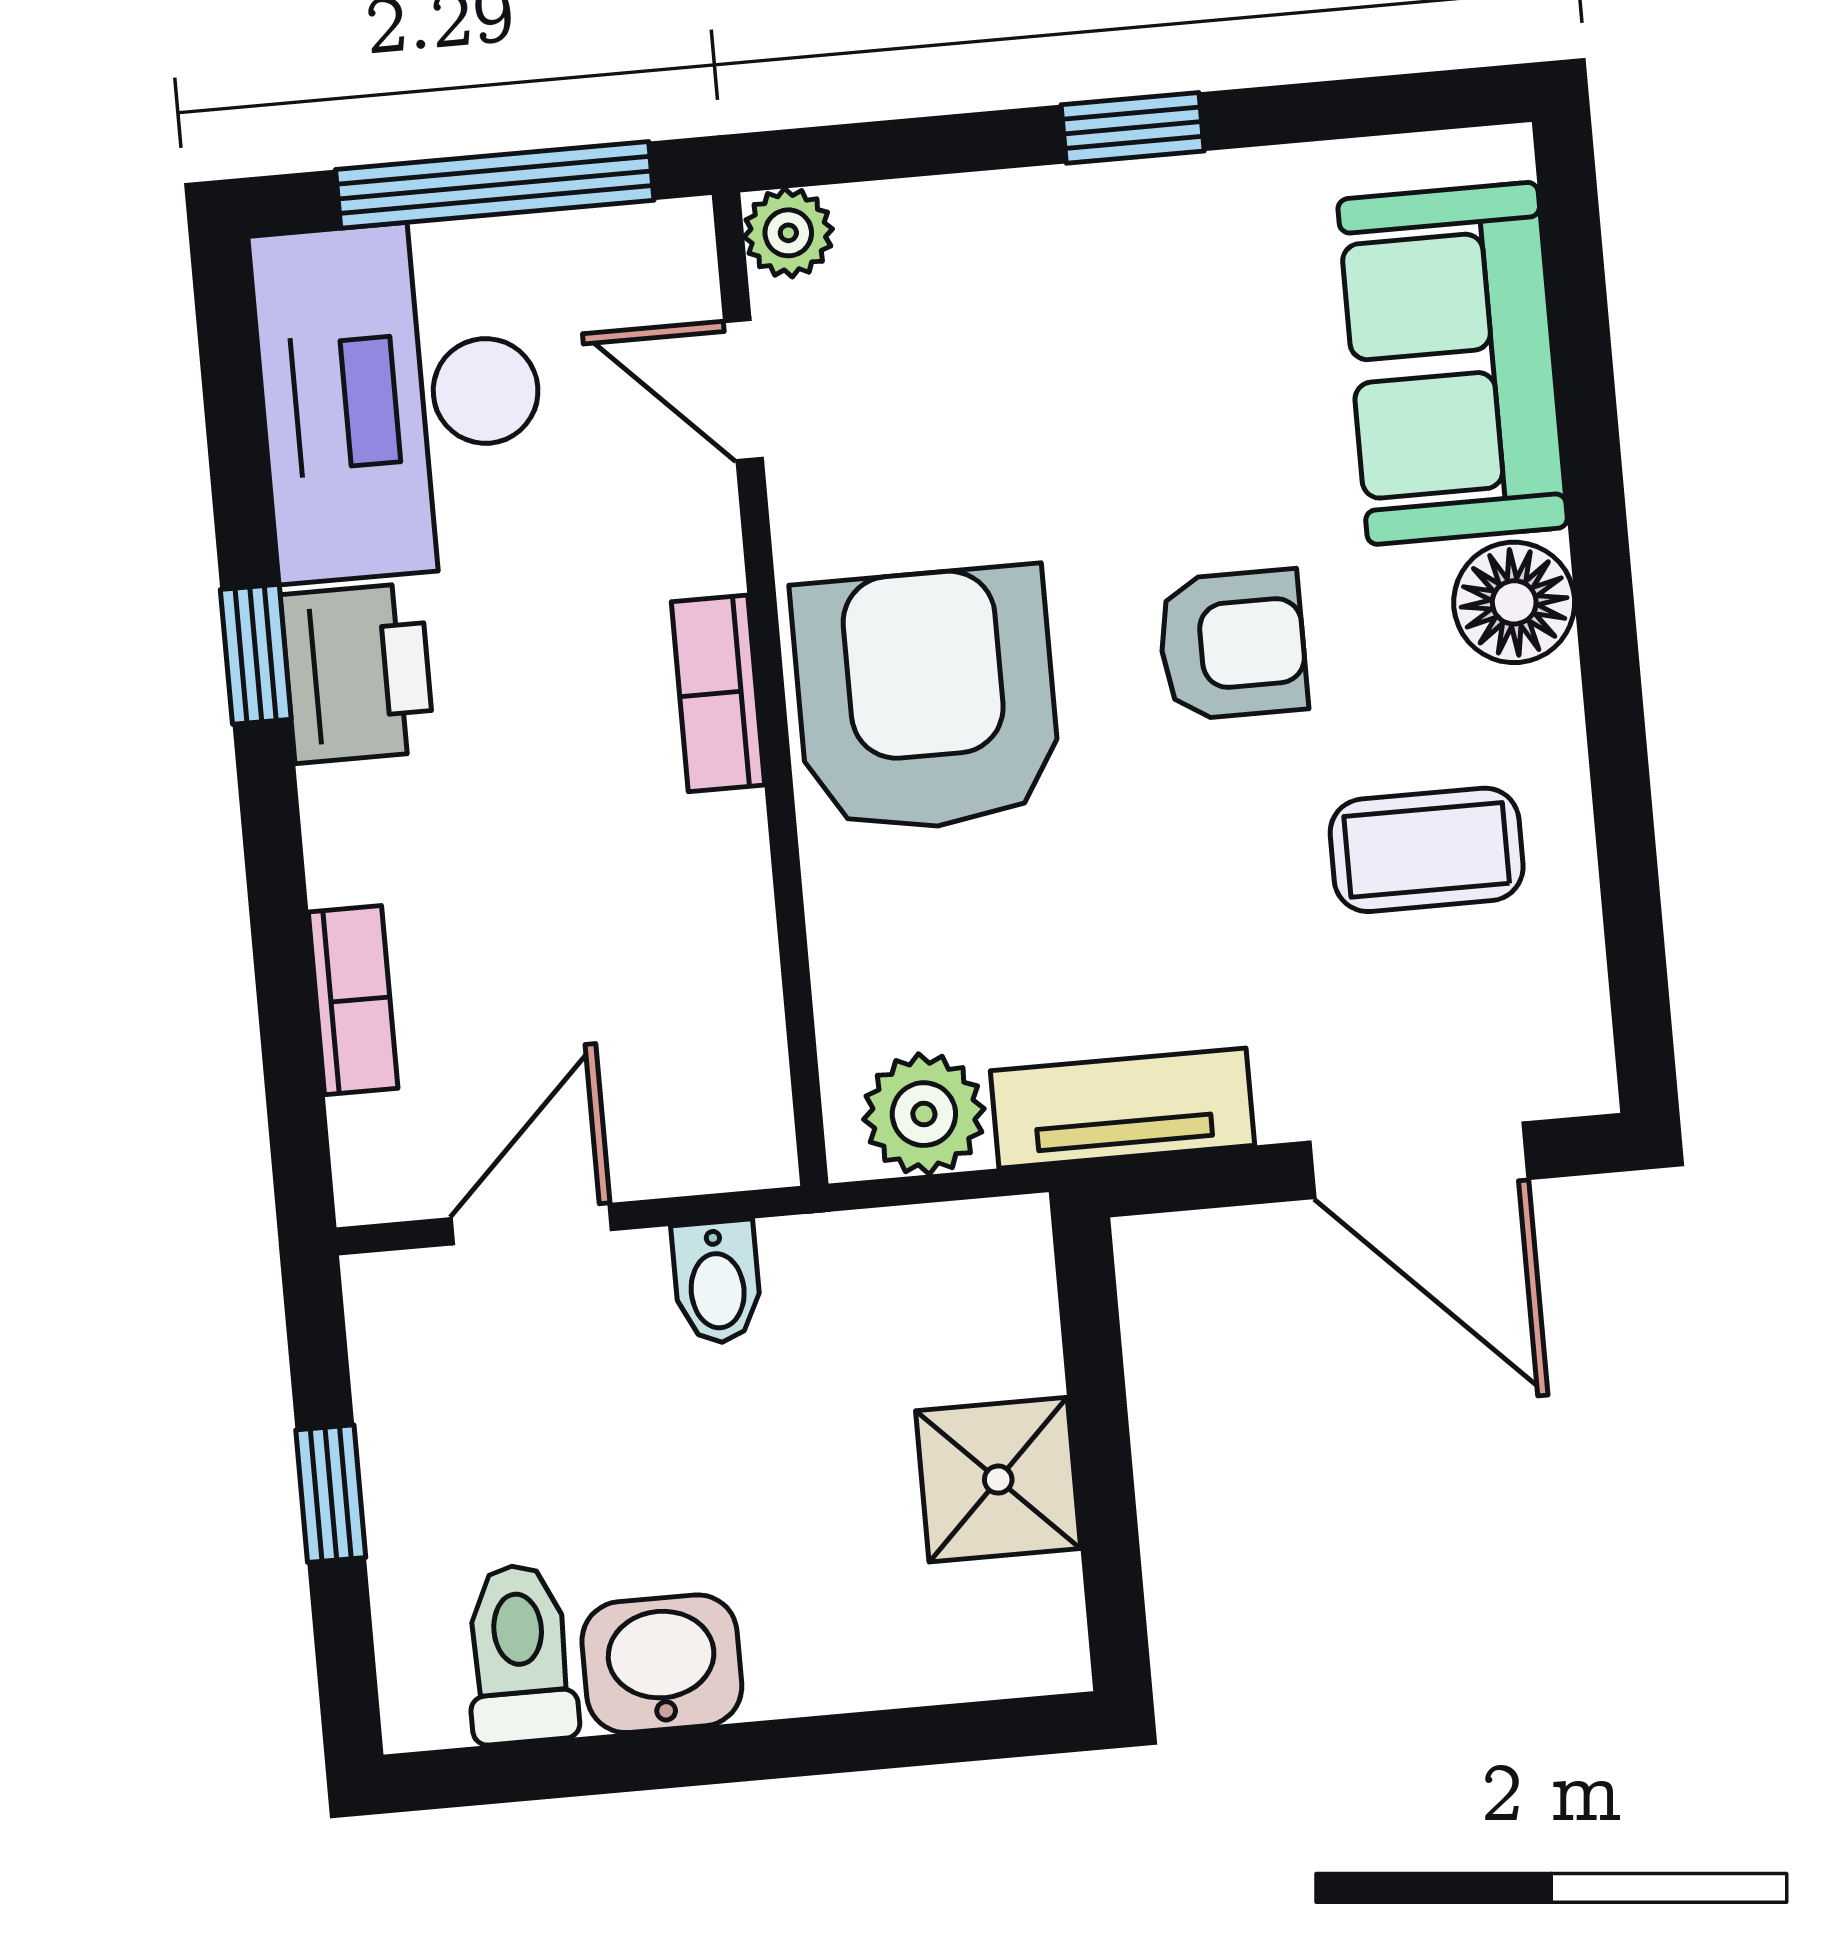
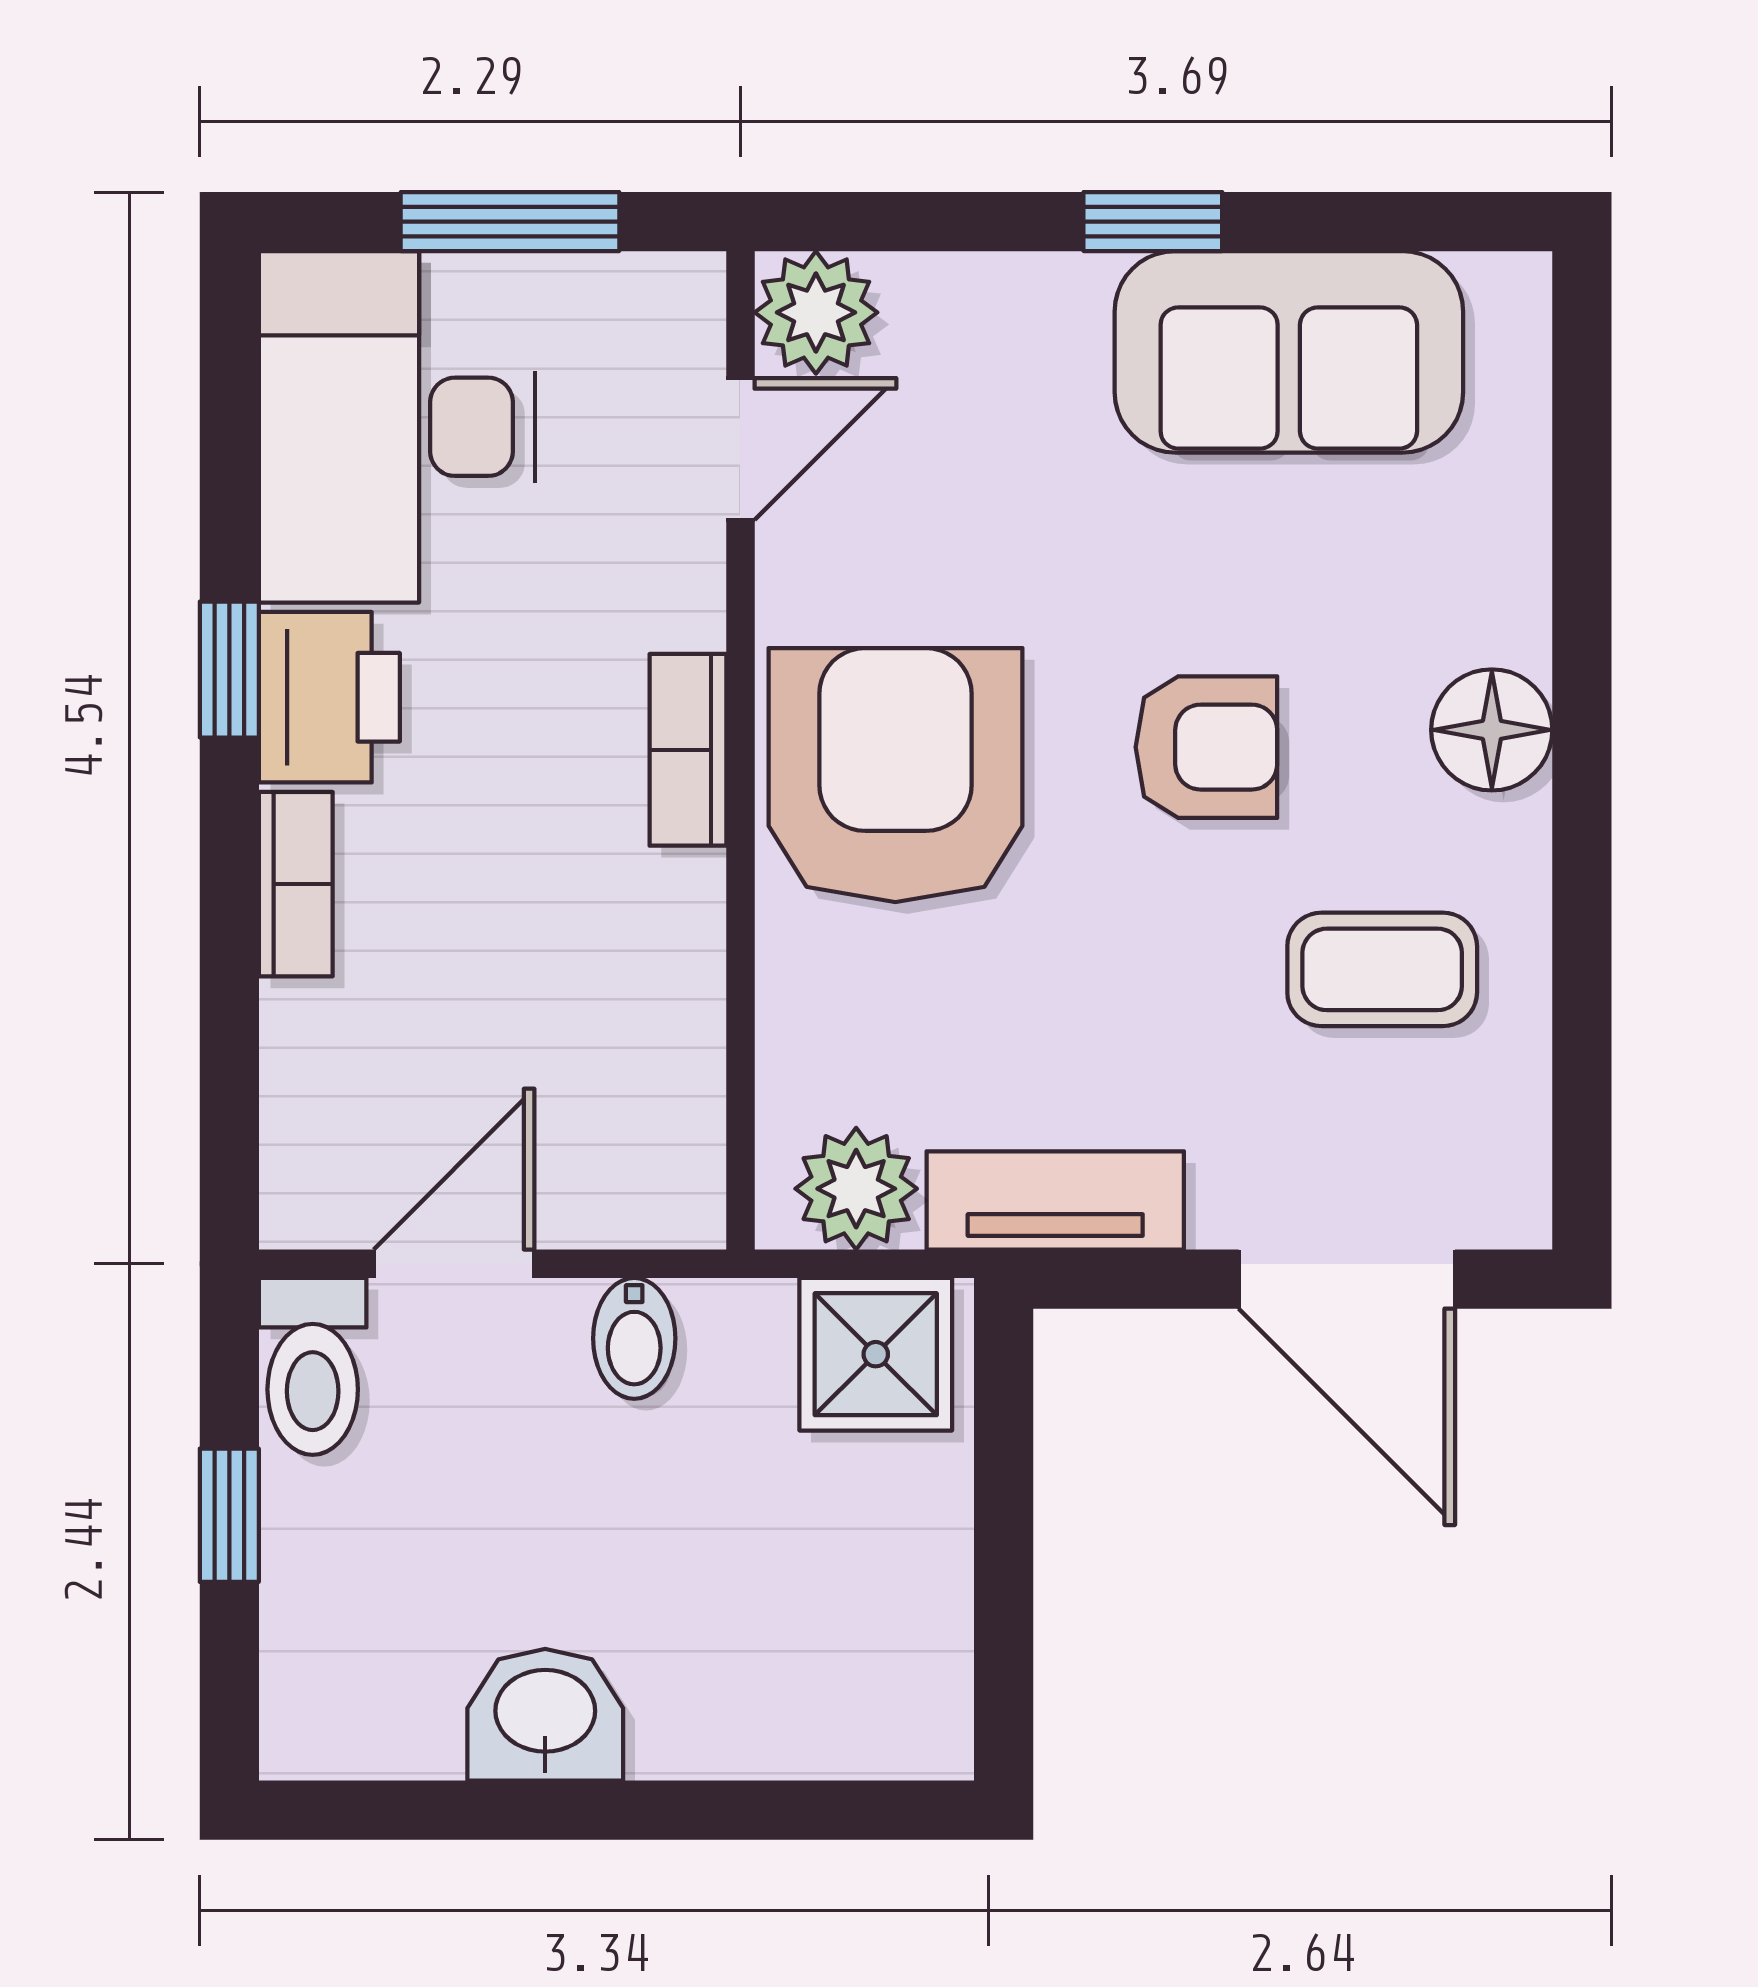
window: (495, 185) -> (510, 222), width x0.69
plant: (788, 233) -> (816, 312), width x1.38, depth x1.38
sofa: (1453, 363) -> (1289, 352), moved, turned -90
door: (743, 390) -> (740, 449), swing flipped
bookcase: (353, 1000) -> (296, 884), moved
shower: (998, 1480) -> (876, 1354), moved
toilet: (520, 1654) -> (313, 1366), moved, turned 180

